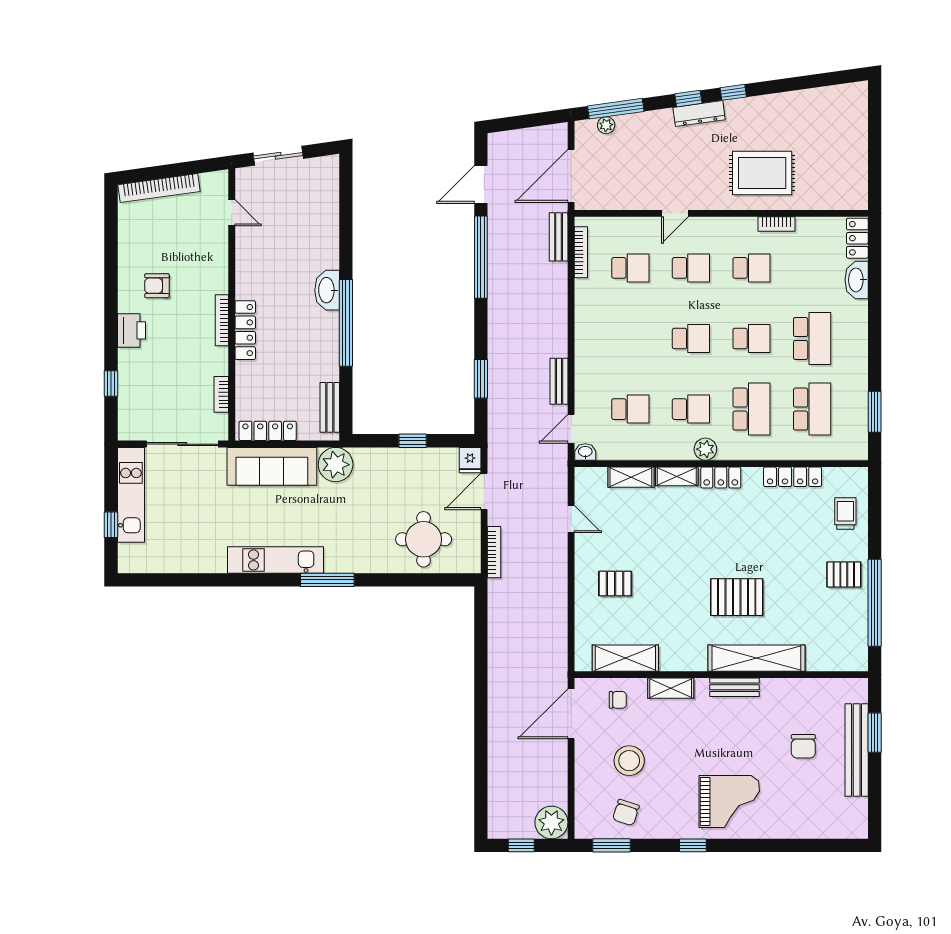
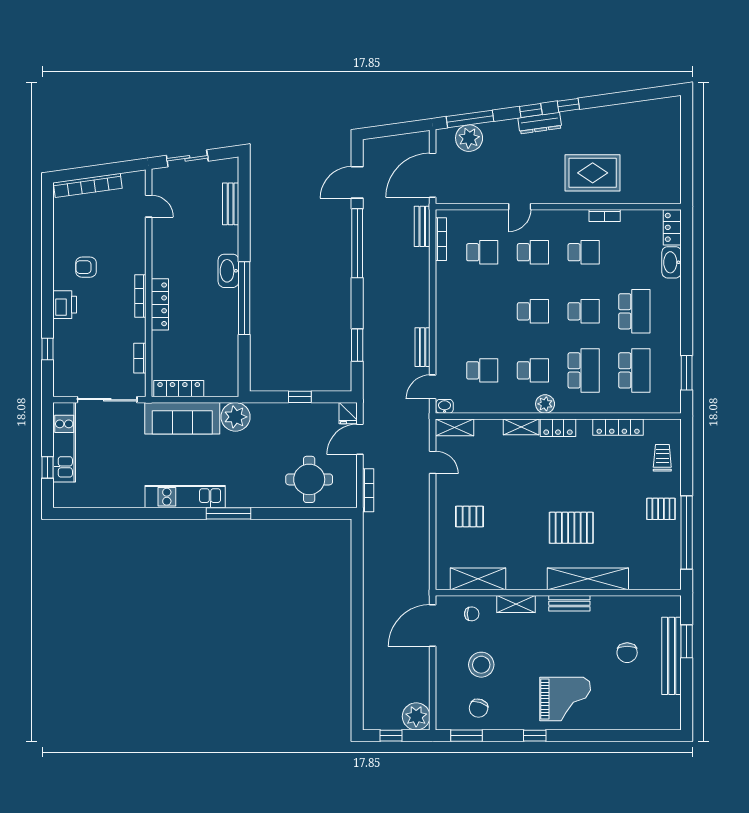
plant: (606, 125) -> (469, 138), width x1.87, depth x1.87
bench: (330, 407) -> (231, 204), moved
shelving: (631, 477) -> (455, 427), moved

